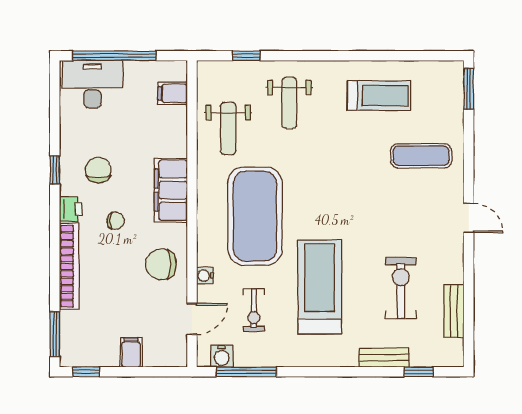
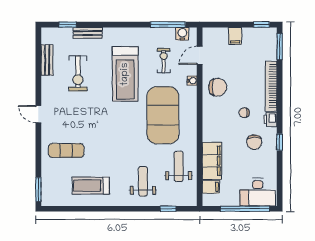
filing cabinet: (171, 190) -> (212, 161), moved

